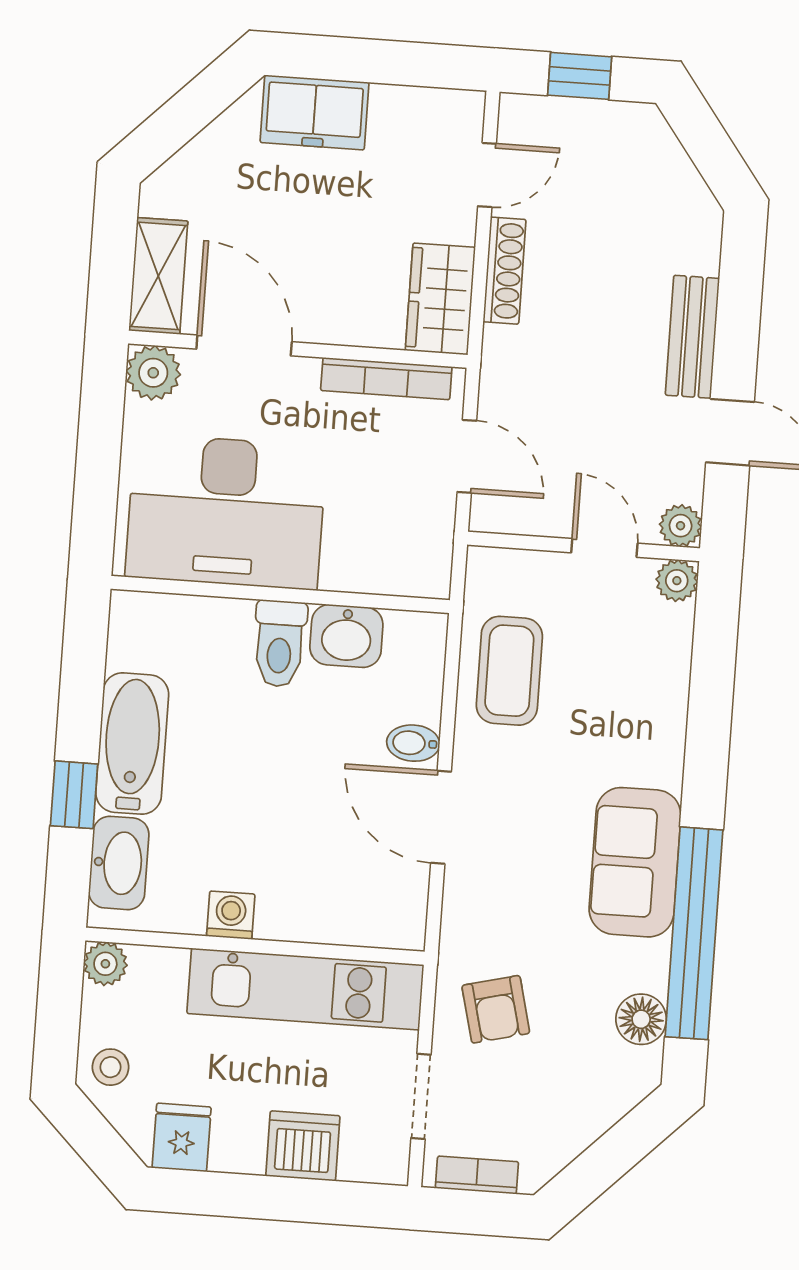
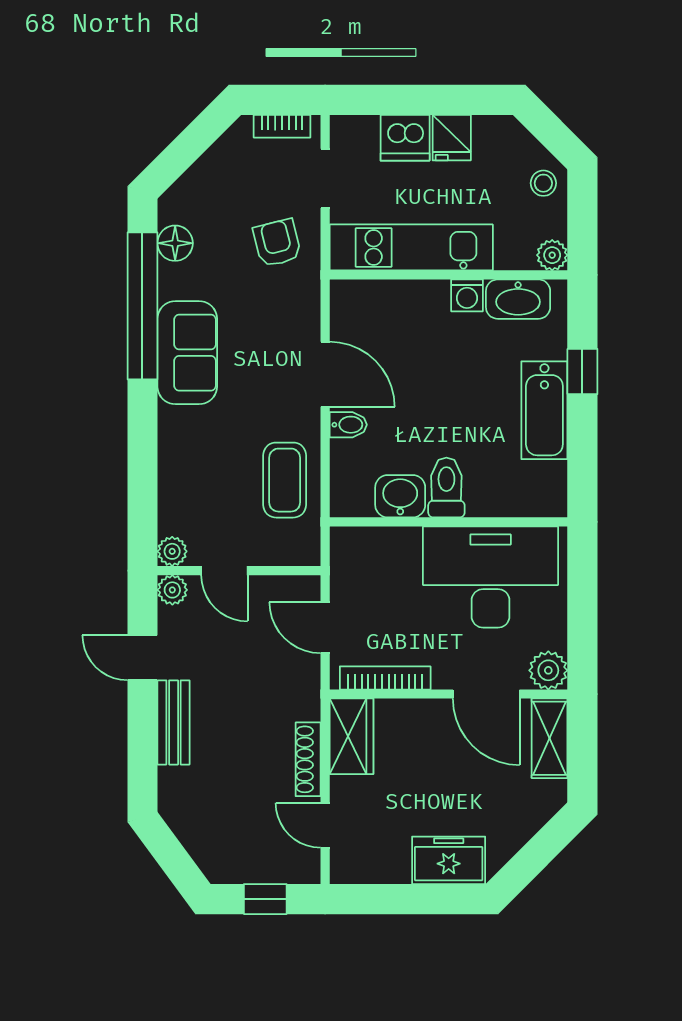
door: (487, 175) -> (325, 825), hinge flipped
washbasin: (119, 863) -> (518, 299), moved, turned -90
fridge: (182, 1137) -> (452, 138), moved

